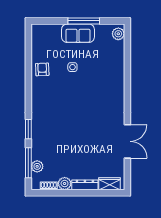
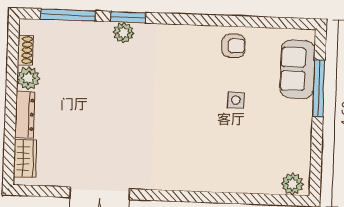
window: (84, 21) -> (319, 88), moved
sofa: (78, 33) -> (297, 69), moved
plant: (37, 166) -> (123, 33), moved

